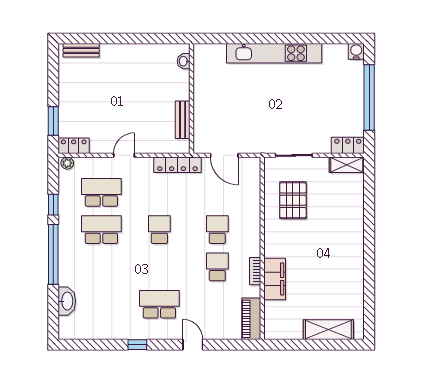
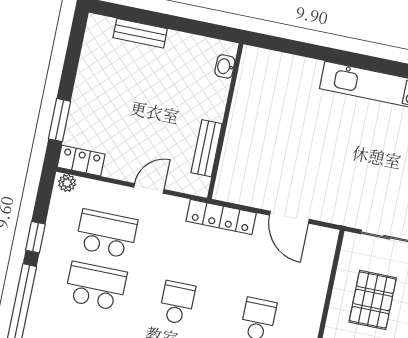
bench: (81, 50) -> (140, 33), moved
washbasin: (184, 61) -> (225, 66), moved
wall: (191, 99) -> (225, 121), moved
bench: (183, 120) -> (207, 148), moved

